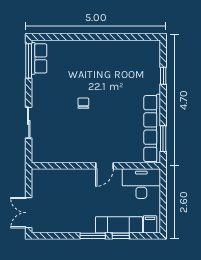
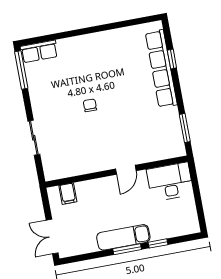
row of seats: (39, 58) -> (39, 51), moved, turned 90
row of seats: (152, 129) -> (161, 69), moved
filing cabinet: (150, 224) -> (68, 194), moved, turned 180
exam couch: (119, 225) -> (123, 237), moved

